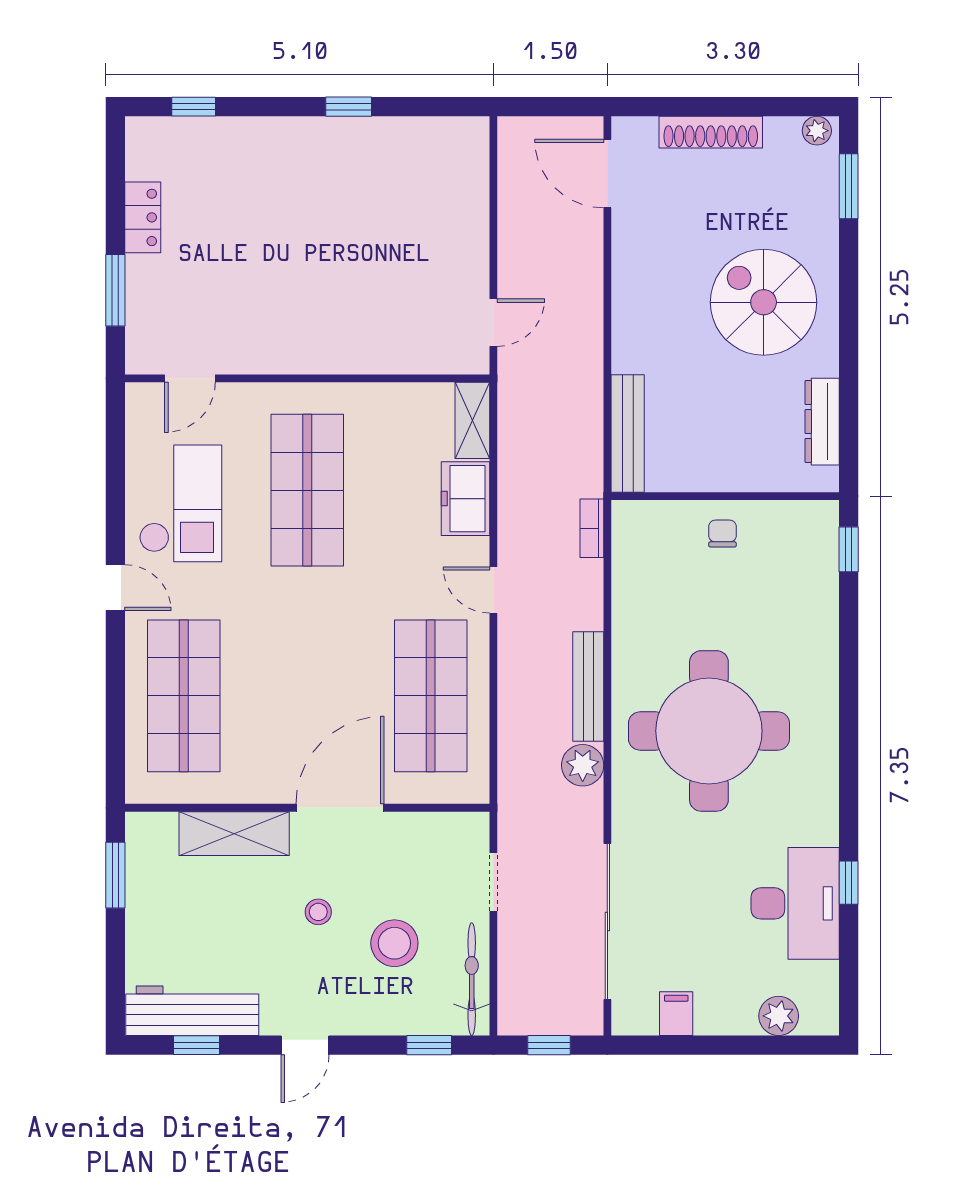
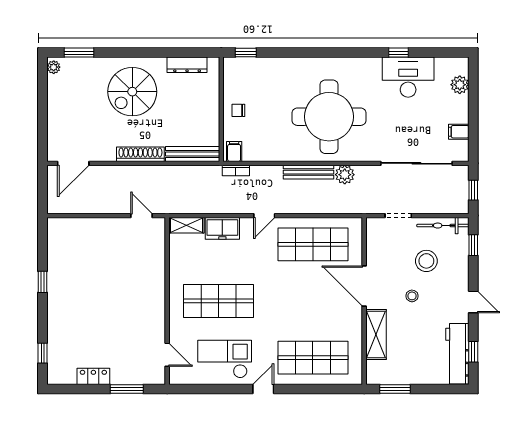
shoe rack: (711, 132) -> (140, 154), moved, turned -90
filing cabinet: (633, 524) -> (234, 152), added

